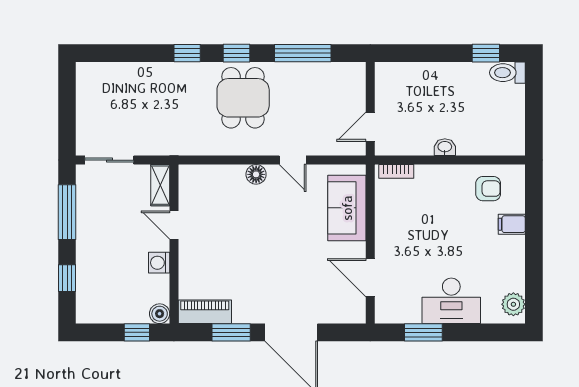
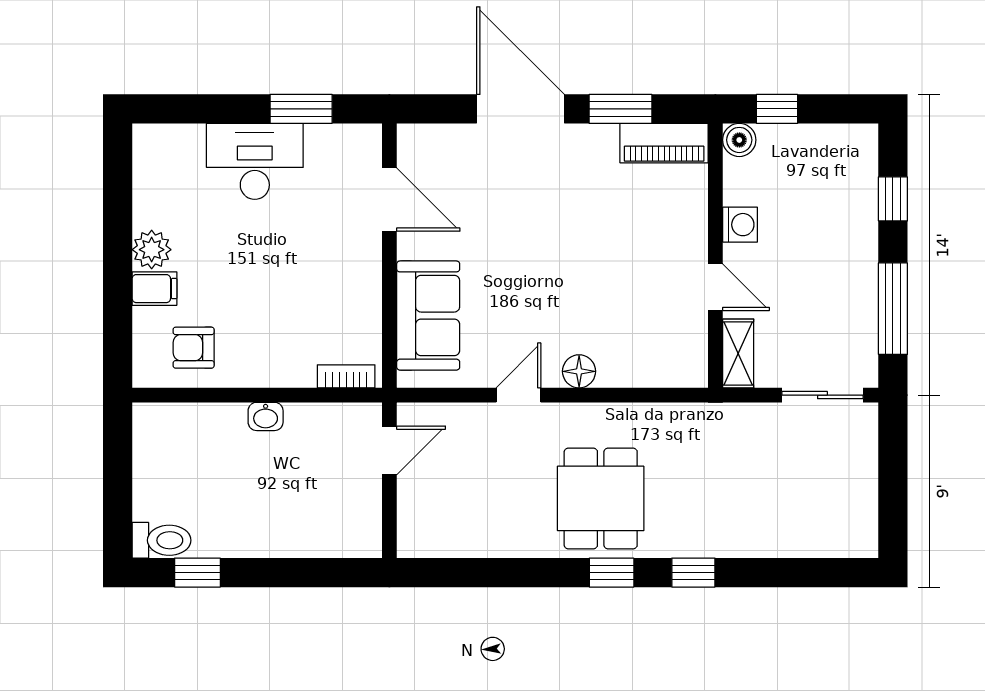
window: (303, 53) -> (501, 573), removed
door: (293, 160) -> (518, 395), hinge flipped
plant: (513, 304) -> (152, 250), moved

